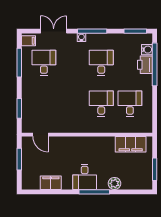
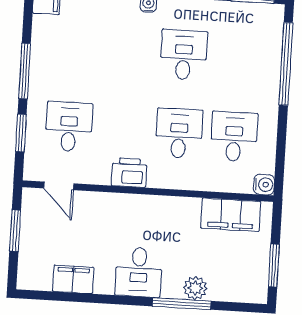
water cooler: (147, 50) -> (264, 185), moved
window: (19, 63) -> (25, 71), moved
desk: (44, 63) -> (69, 127), moved
printer: (145, 65) -> (129, 173), moved, turned 90
window: (94, 192) -> (182, 304), moved

